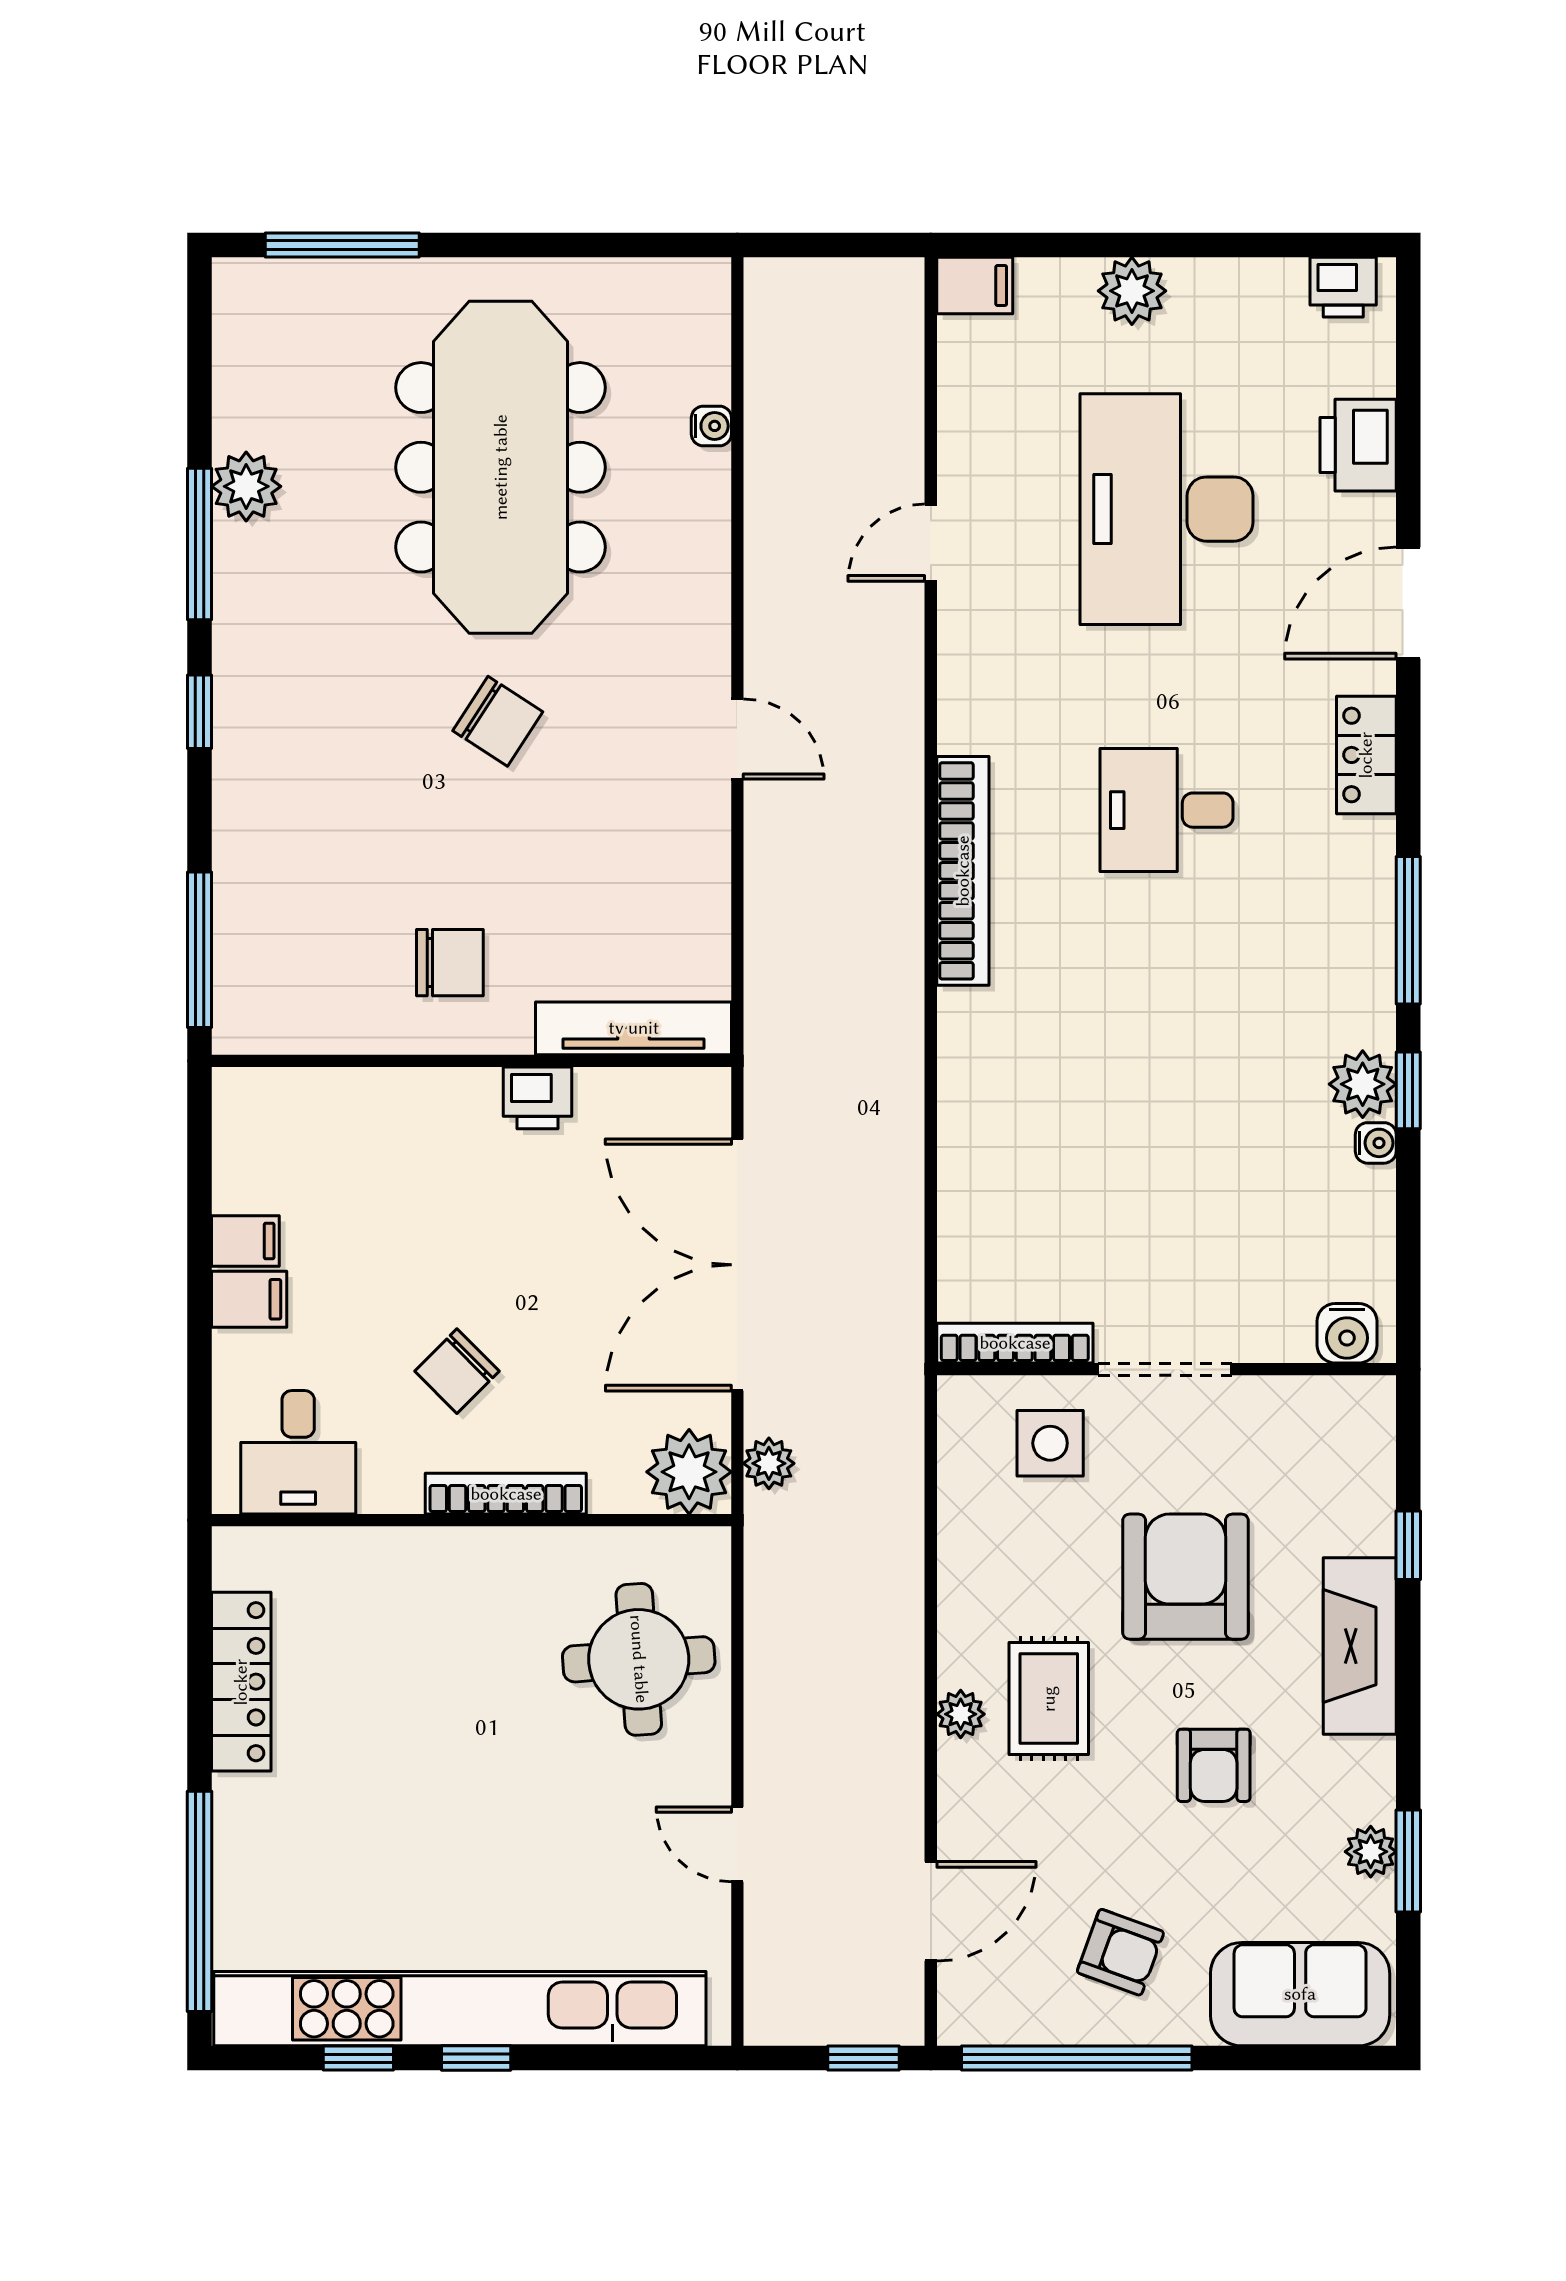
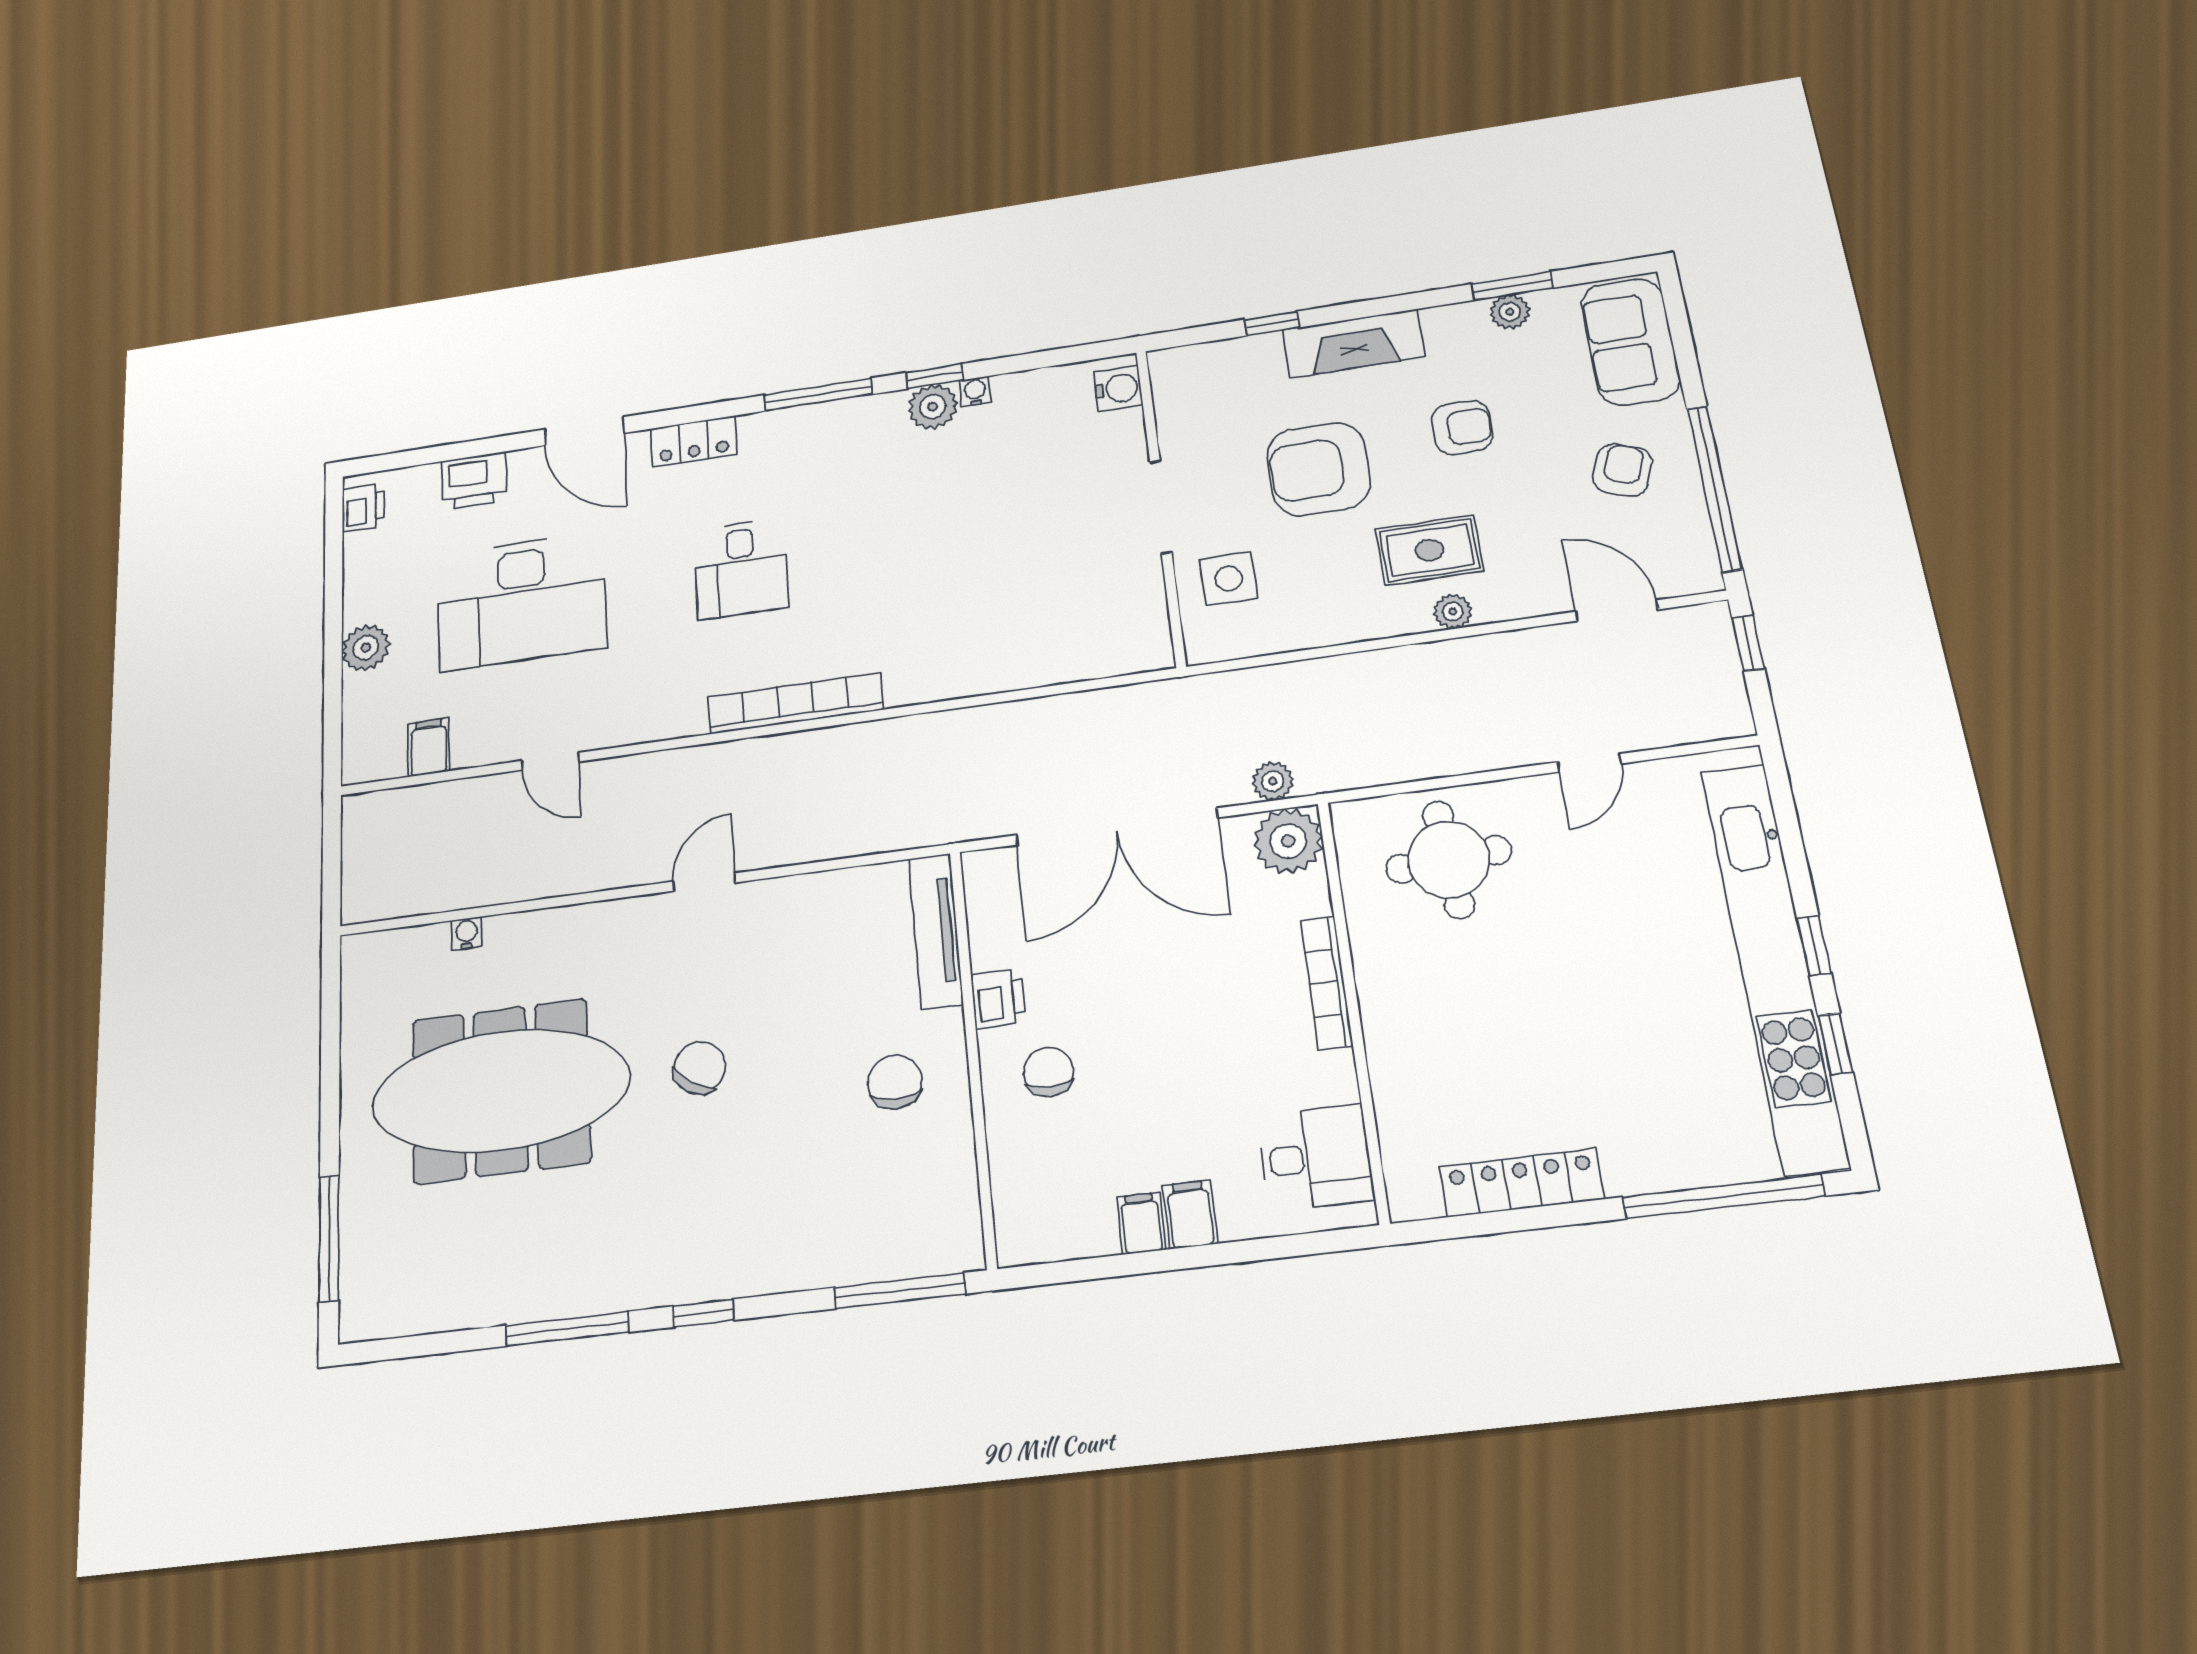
filing cabinet: (975, 285) -> (429, 747), moved
plant: (246, 486) -> (520, 1295), removed
bookcase: (1015, 1343) -> (1154, 615), removed
chair: (457, 1371) -> (1048, 1072), moved, turned -135

